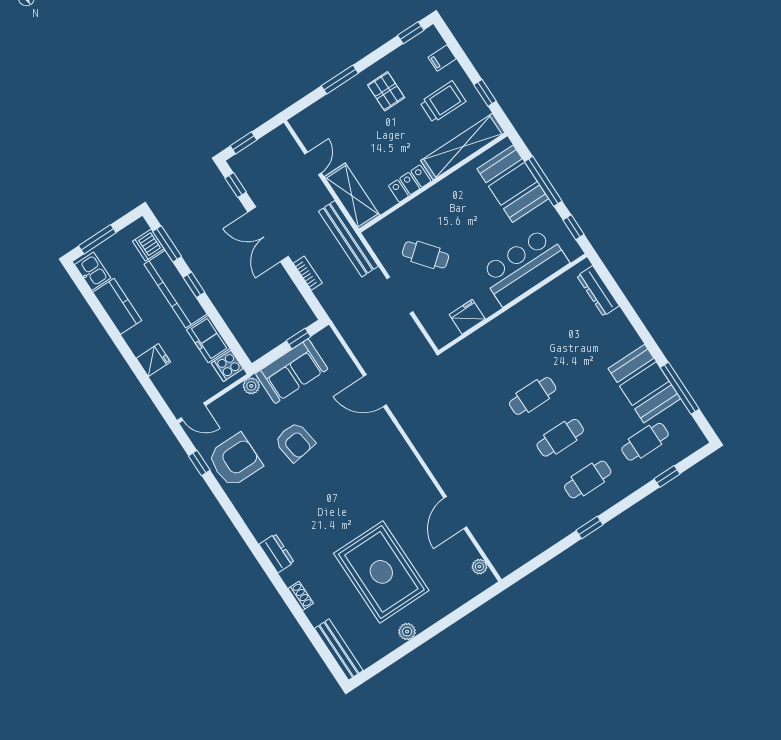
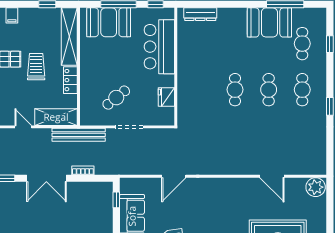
trolley: (443, 102) -> (36, 67), moved
plant: (479, 567) -> (316, 187), width x1.88, depth x1.88

